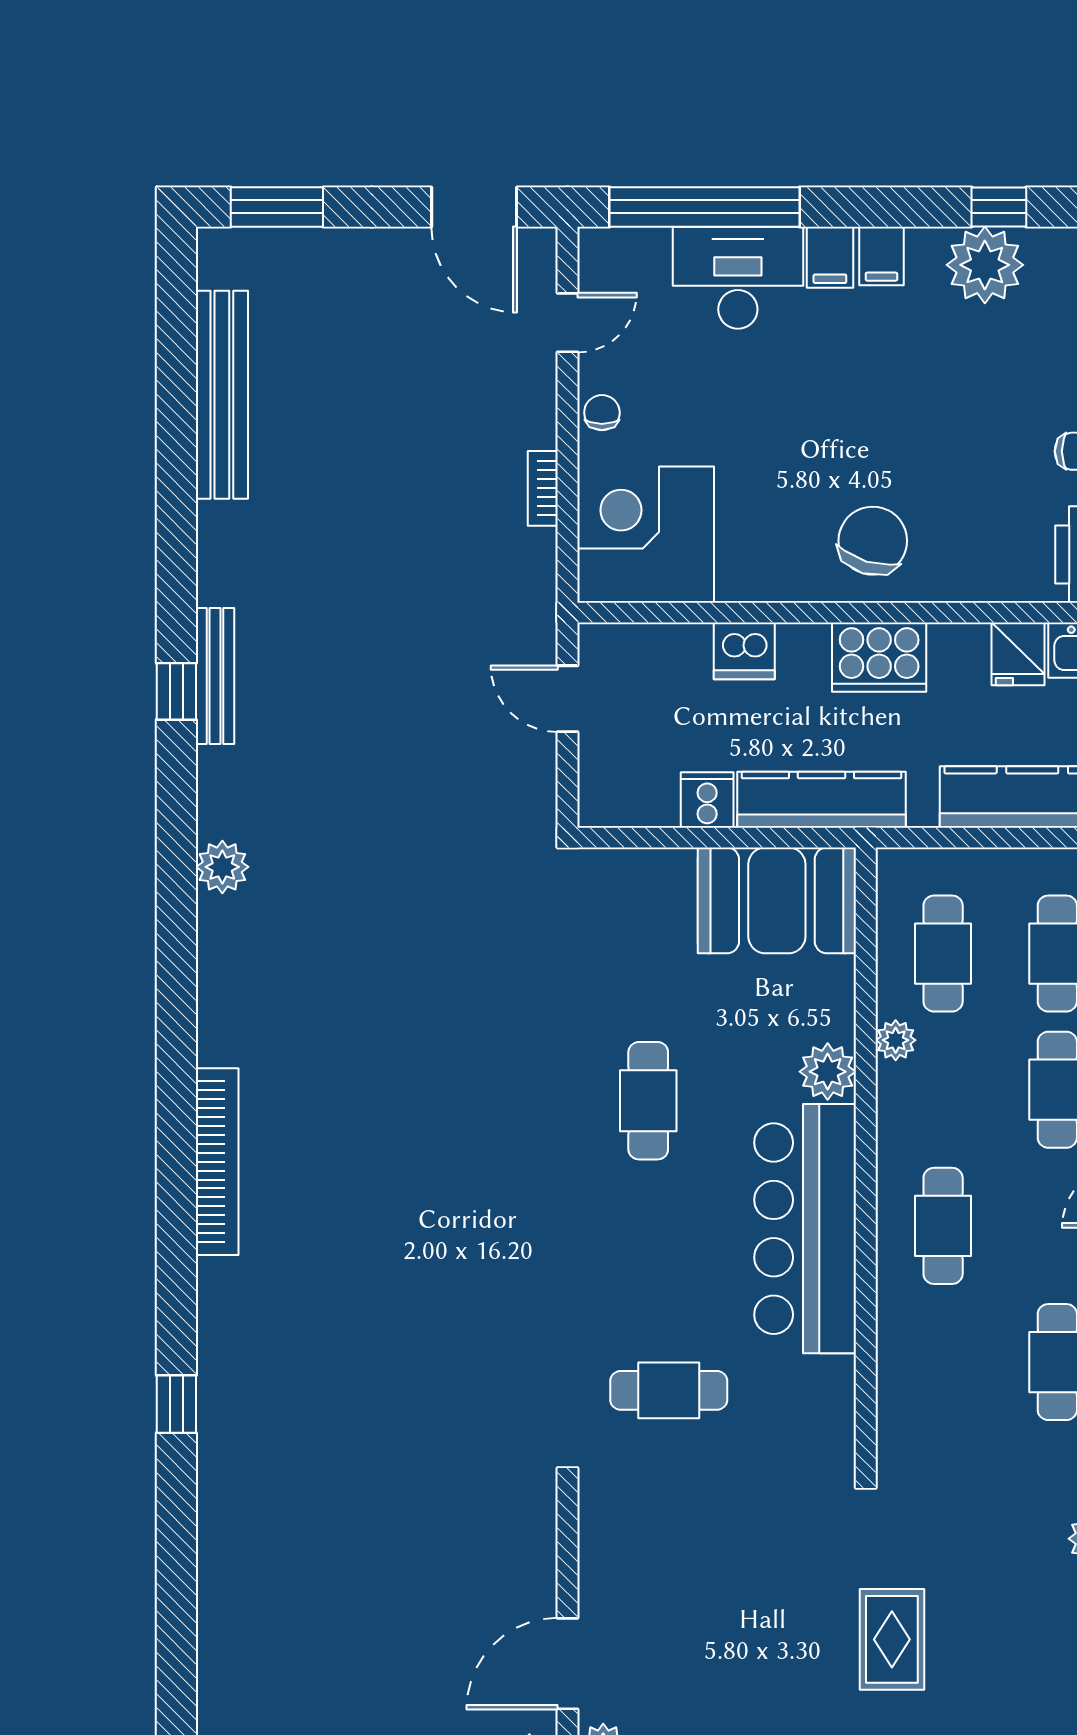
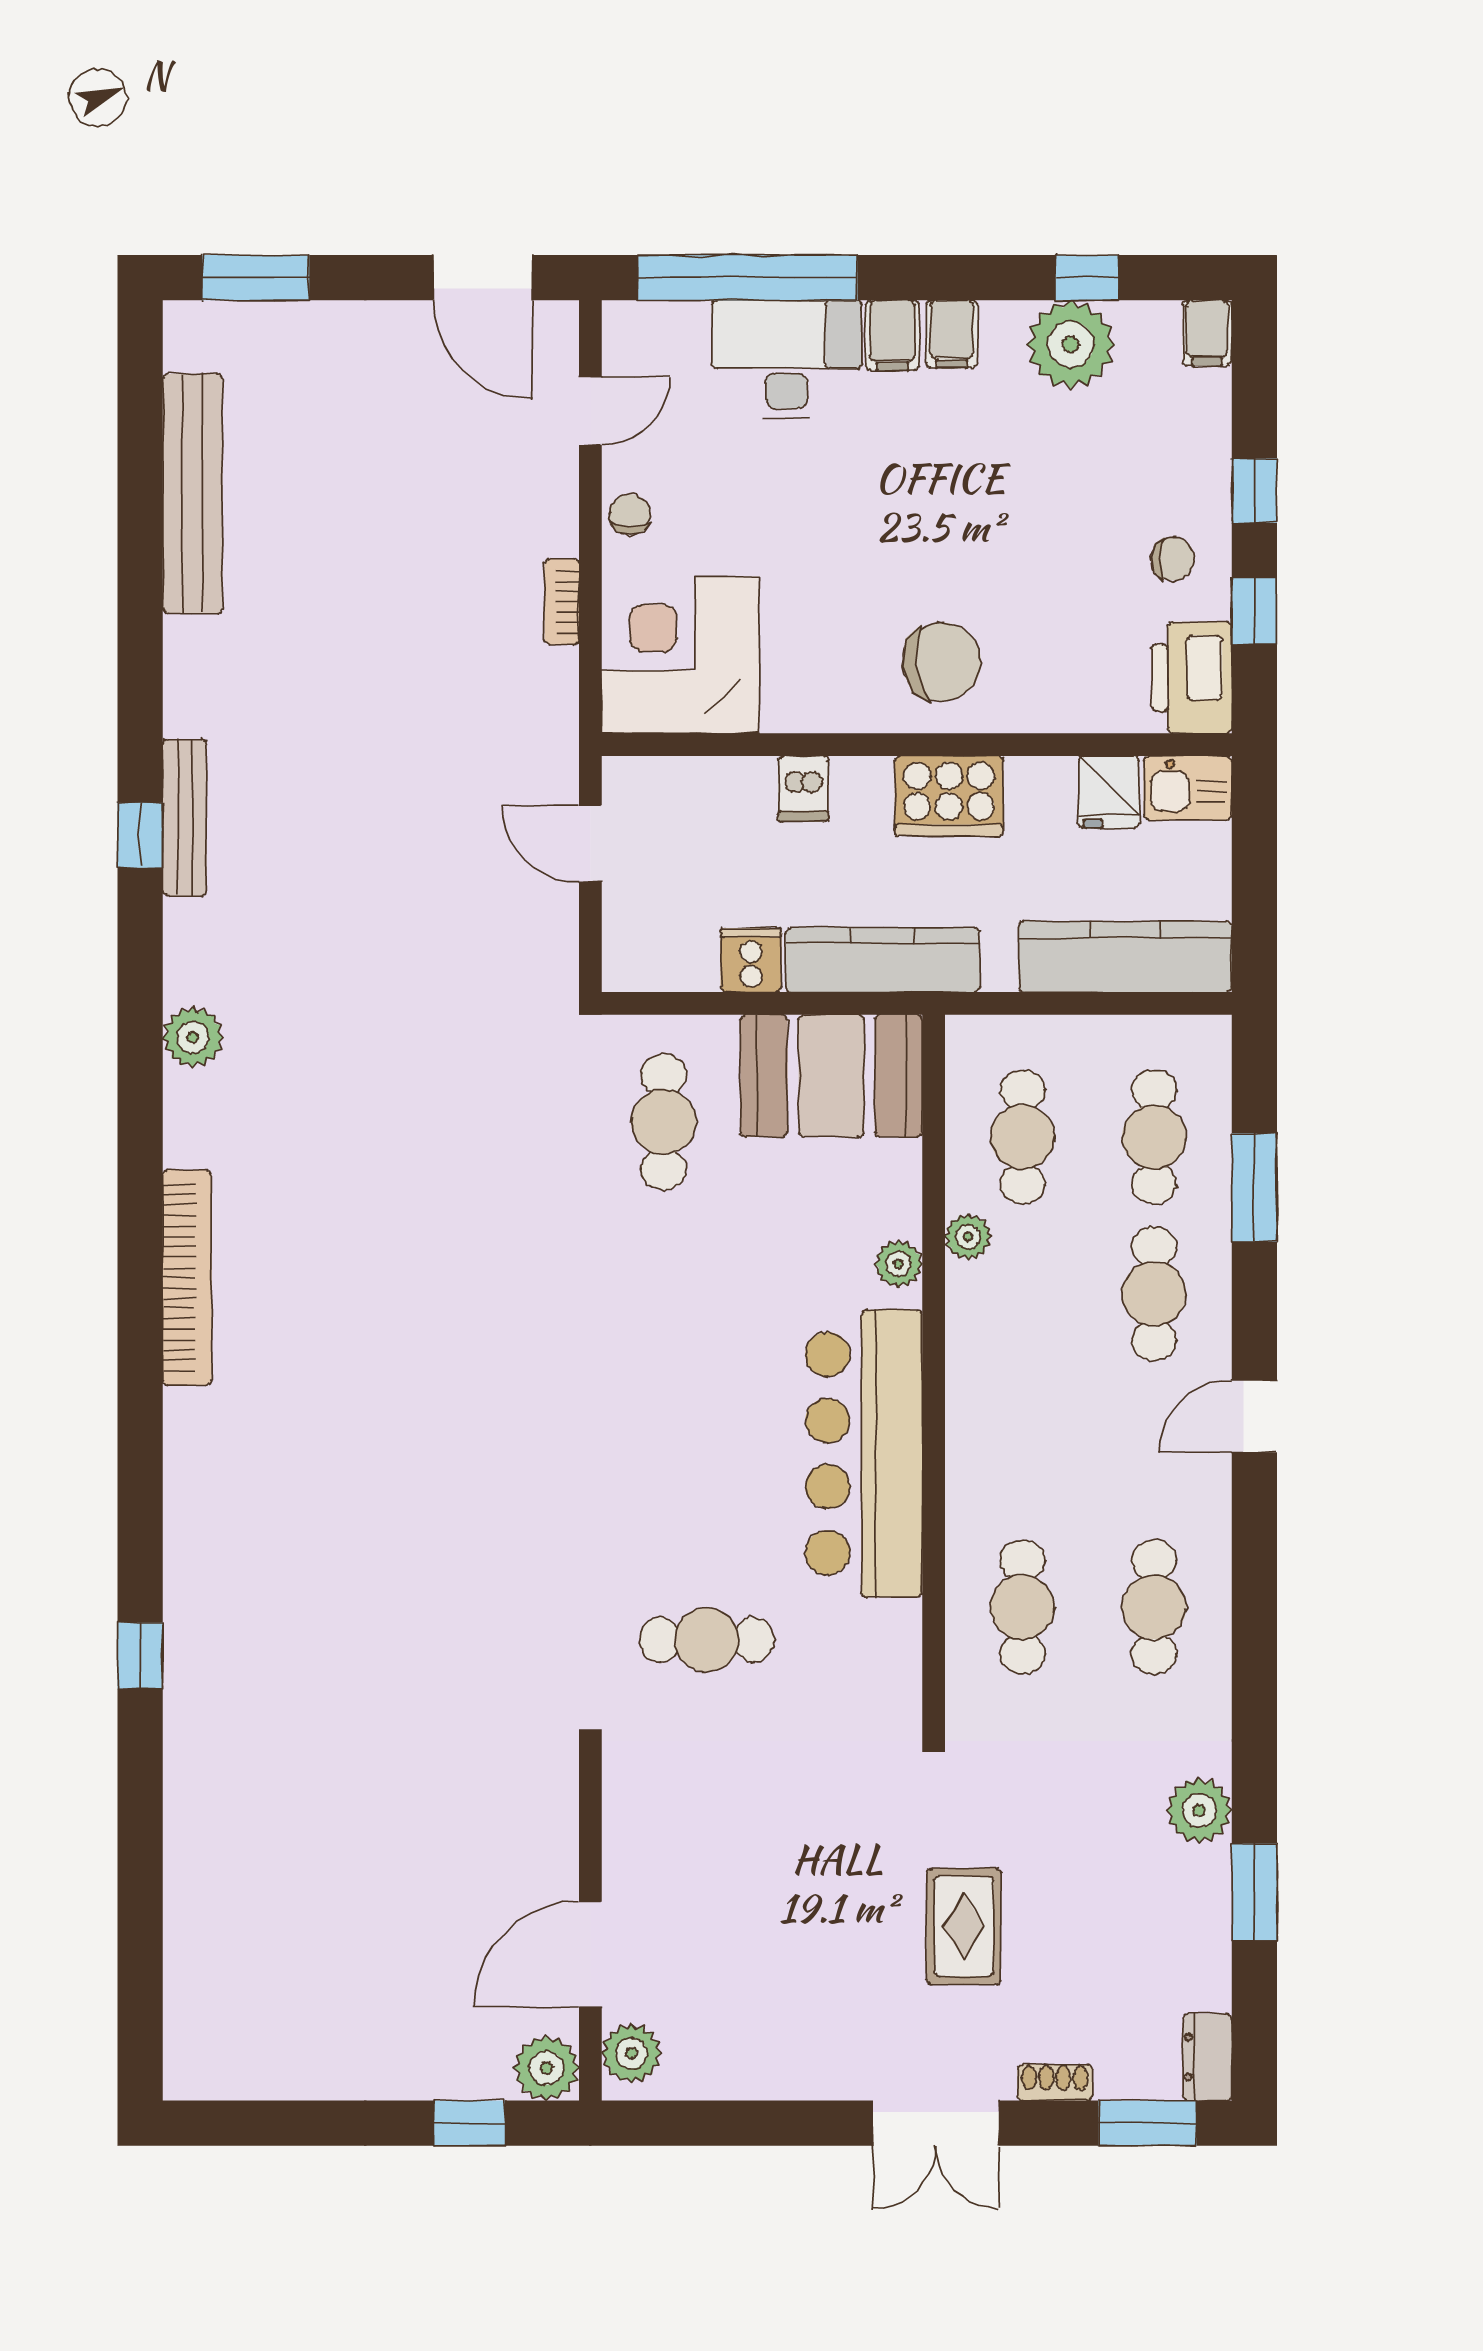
chair: (873, 541) -> (942, 662), turned 66
dishwasher: (744, 651) -> (803, 789), width x0.73
plant: (828, 1072) -> (899, 1264), width x0.73, depth x0.73
cafe table: (648, 1101) -> (664, 1122), moved
bookcase: (217, 1162) -> (187, 1278), moved
cafe table: (943, 1226) -> (1023, 1607), moved

